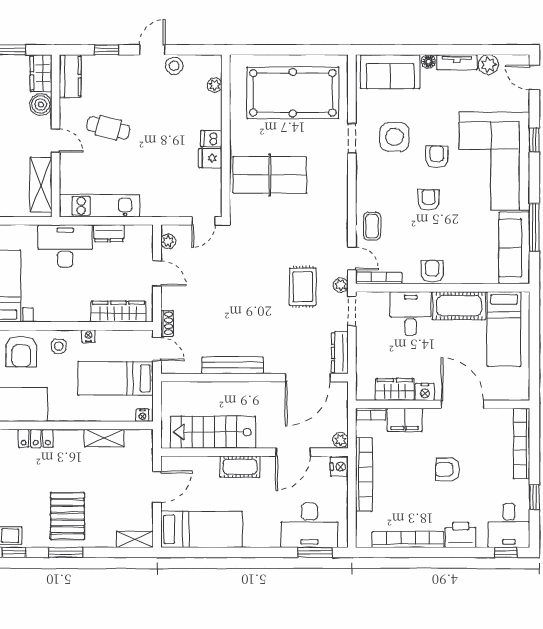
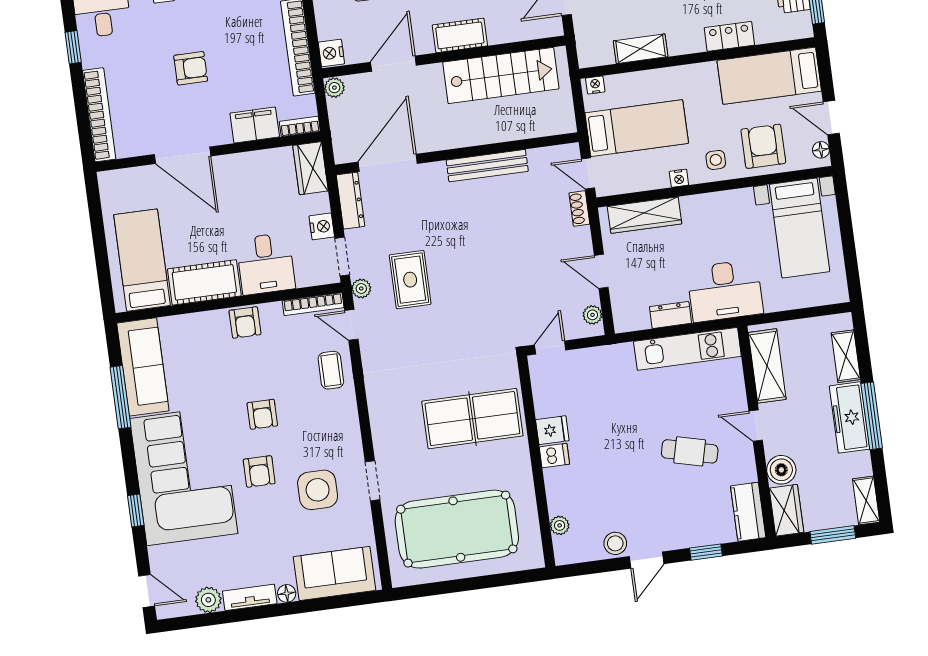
wardrobe: (395, 389) -> (311, 168), moved, turned 90
nightstand: (425, 392) -> (322, 226), moved, turned 90

